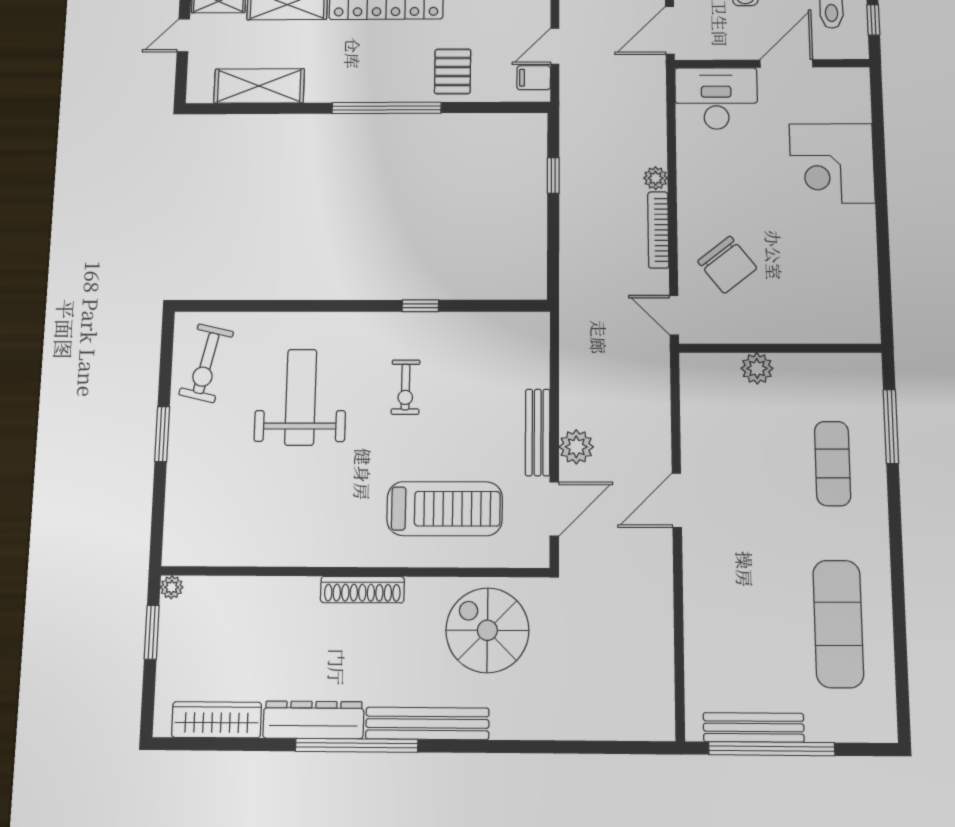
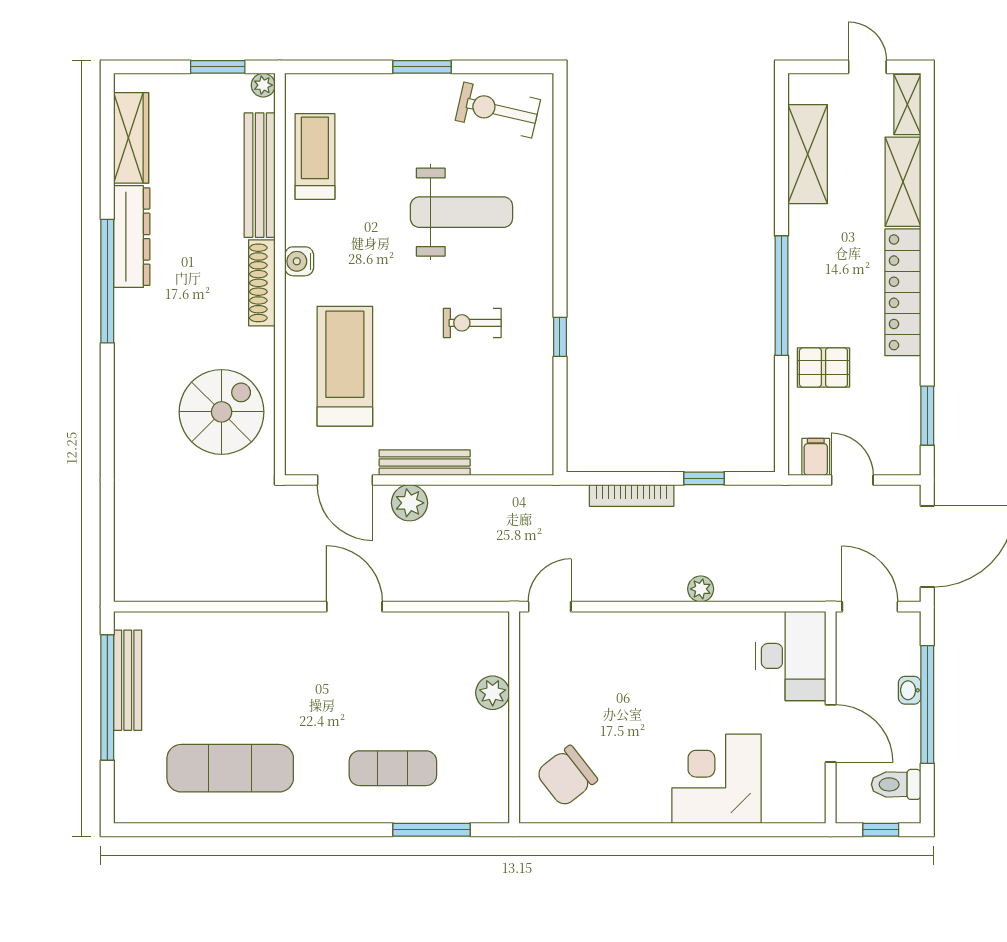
bookcase: (658, 230) -> (632, 496), moved, turned 180
chair: (727, 265) -> (567, 776), moved
treadmill: (445, 509) -> (345, 366), turned 180
treadmill: (242, 537) -> (315, 156), added
water cooler: (343, 553) -> (299, 261), added
bench: (427, 723) -> (260, 175), moved

